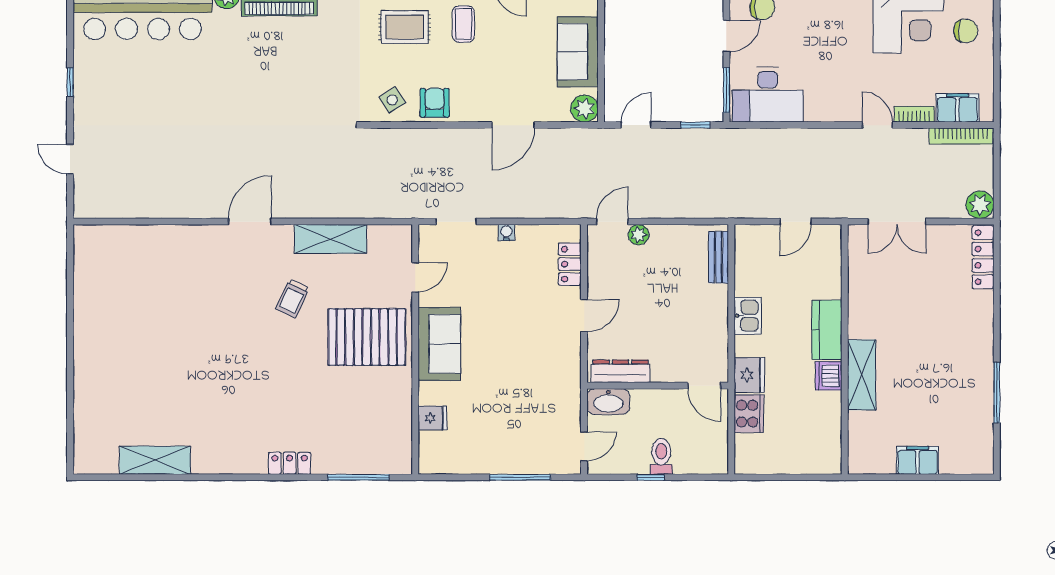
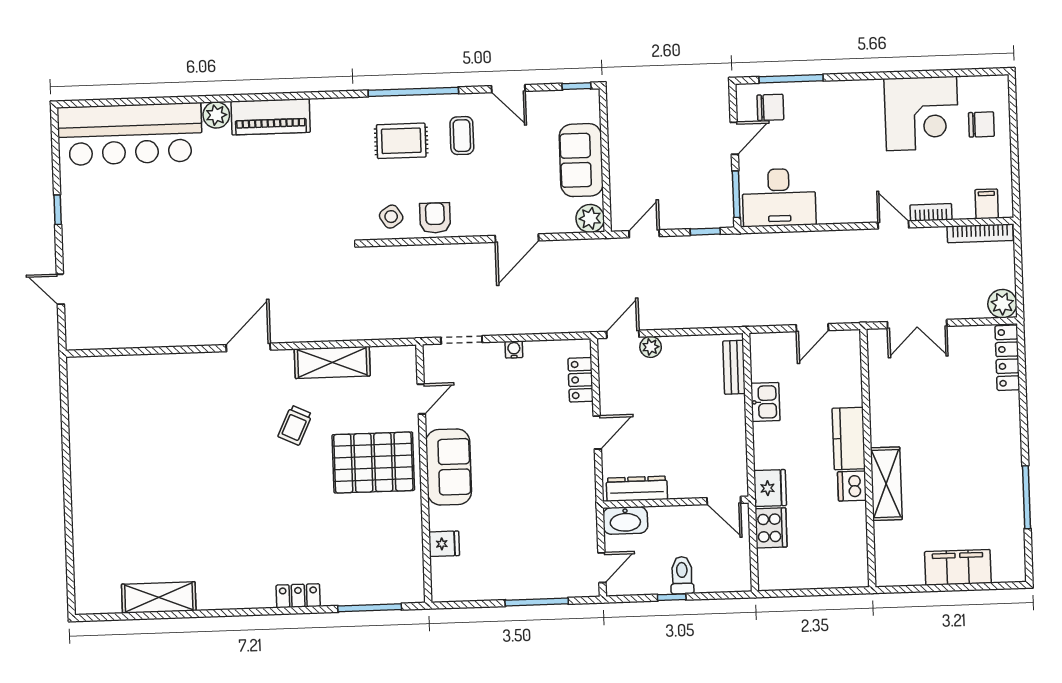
filing cabinet: (957, 108) -> (987, 204), width x0.50
kitchen sink: (748, 316) -> (765, 402), moved
filing cabinet: (918, 460) -> (958, 567), width x1.50, depth x1.17

